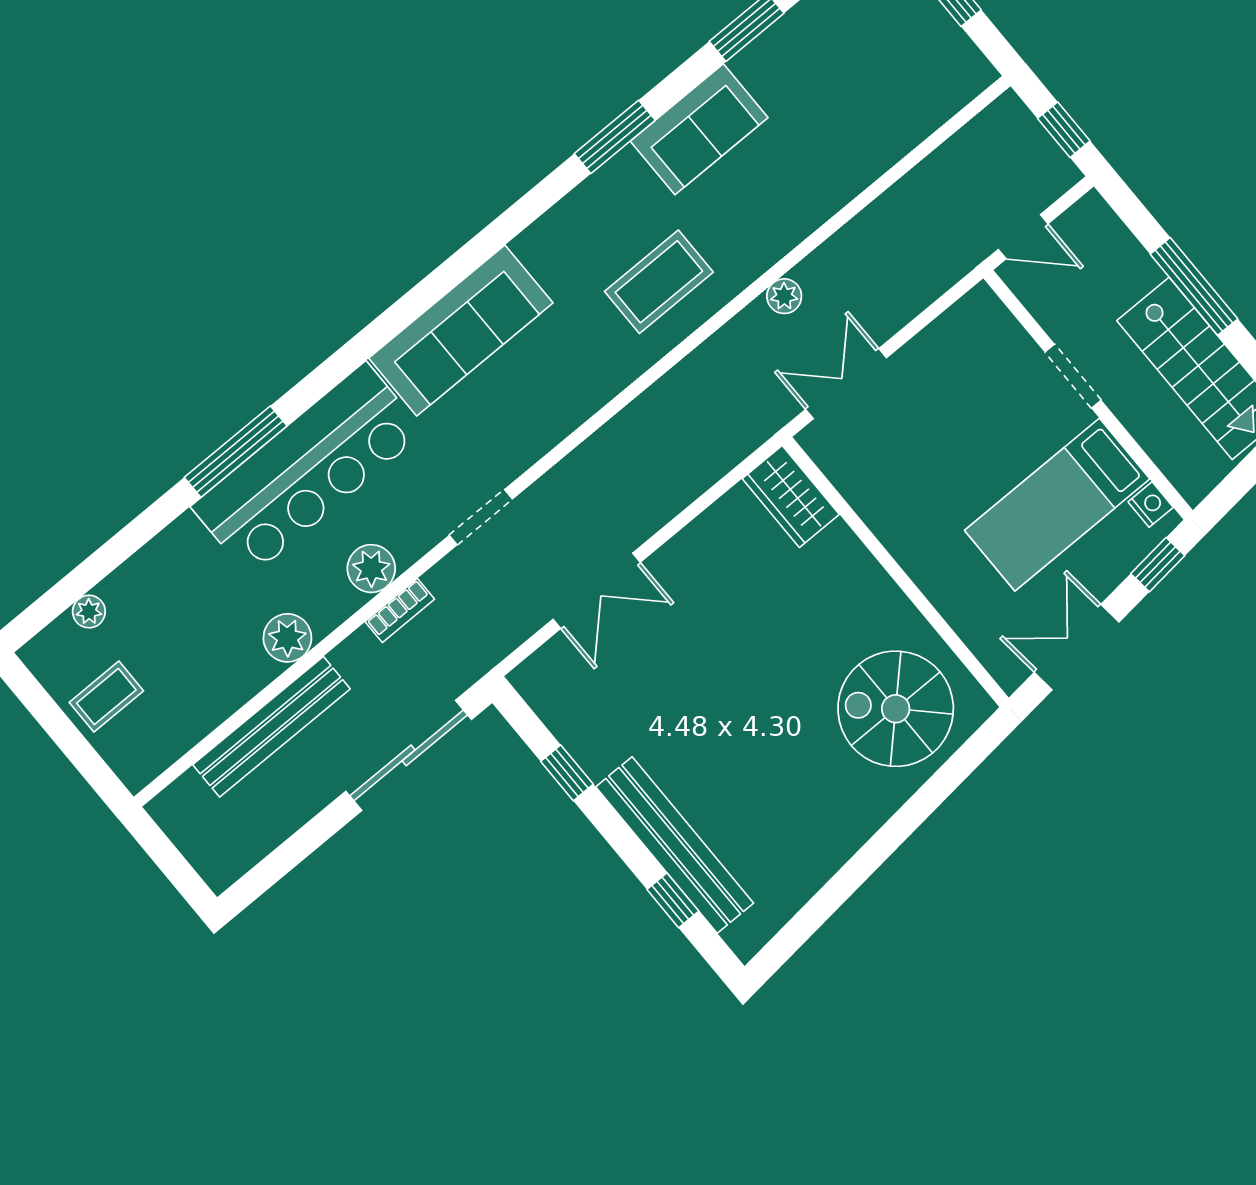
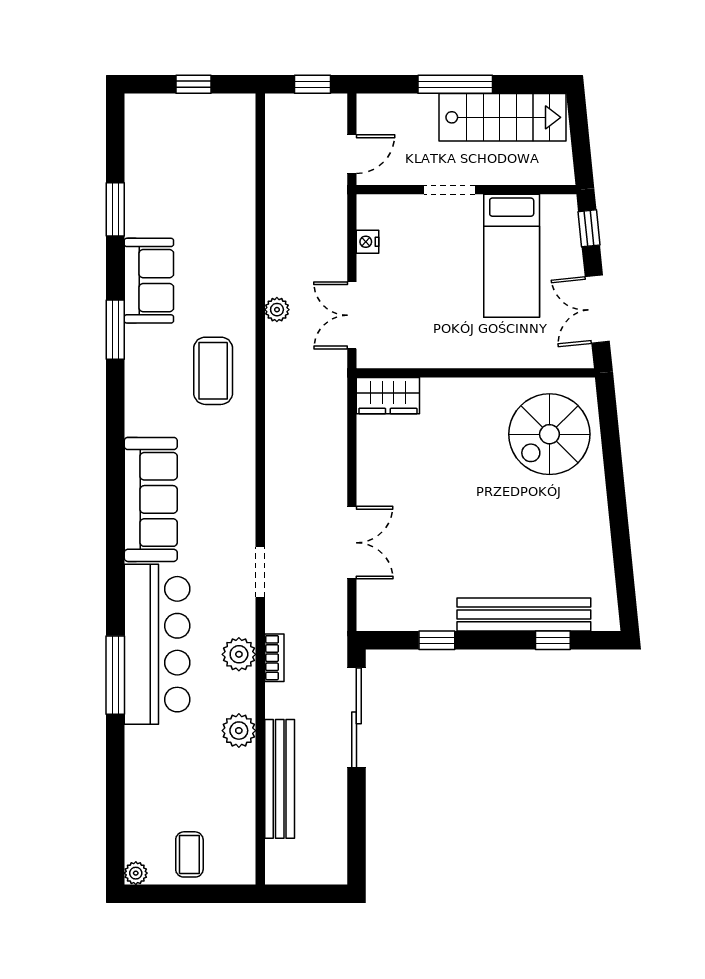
nightstand: (1151, 505) -> (368, 242), moved, turned -90
plant: (89, 612) -> (136, 873), moved

